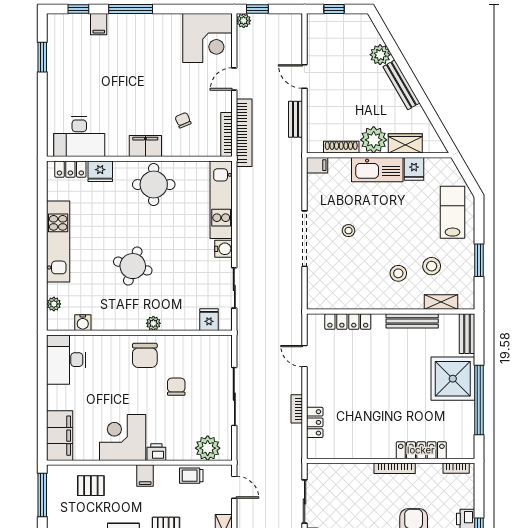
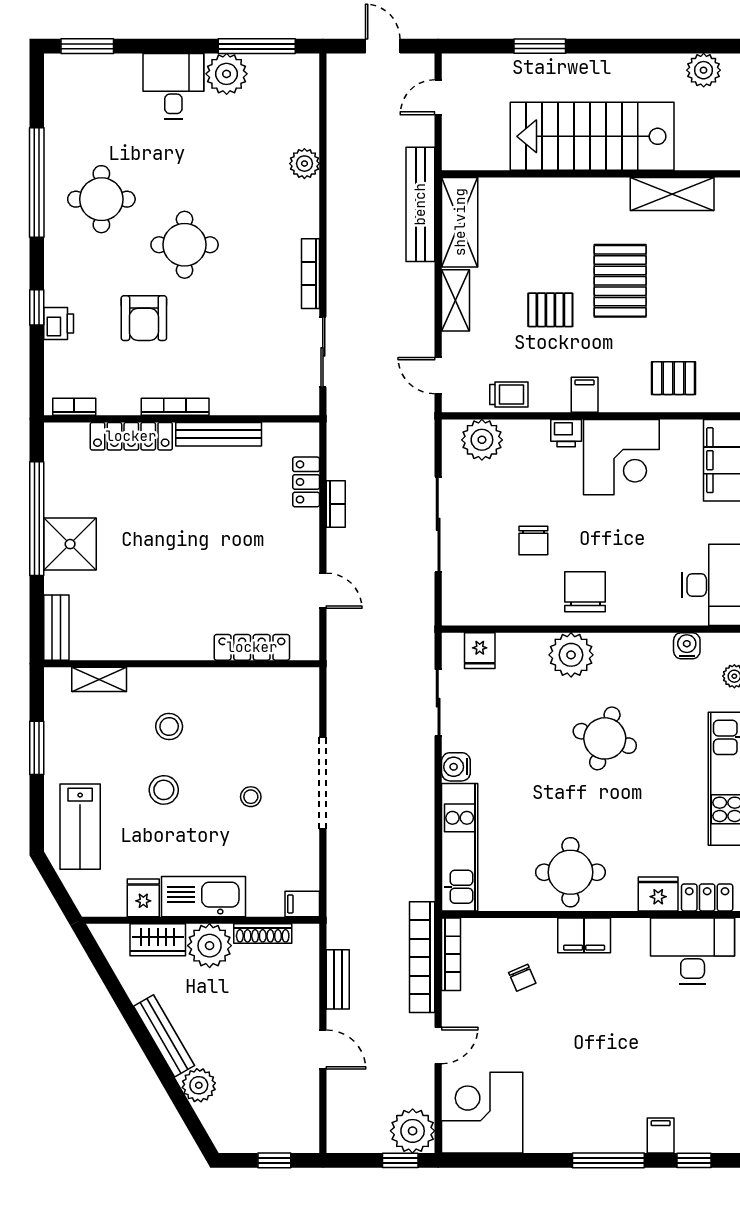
plant: (244, 21) -> (413, 1131), width x1.88, depth x1.88
stool: (432, 266) -> (164, 790), moved
bench: (412, 321) -> (219, 434), moved
plant: (153, 323) -> (571, 655), width x1.88, depth x1.88
shower: (453, 379) -> (70, 544), width x0.73, depth x0.73

